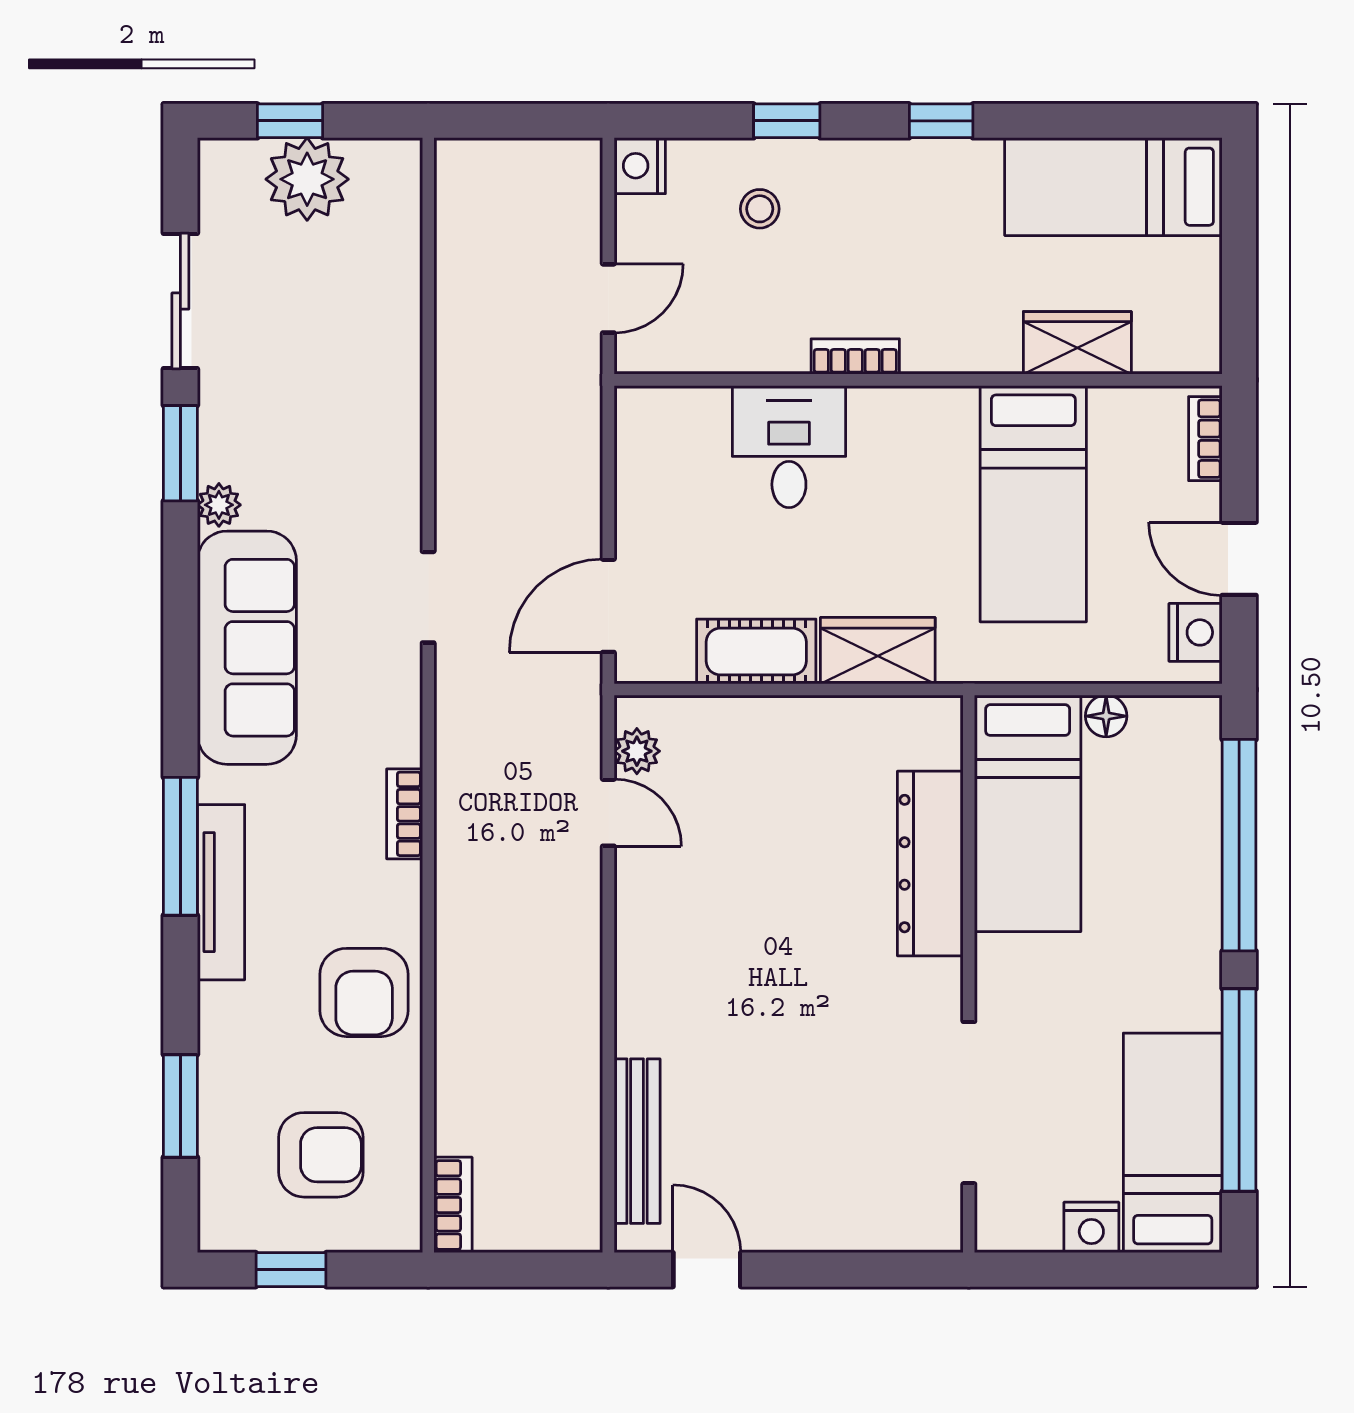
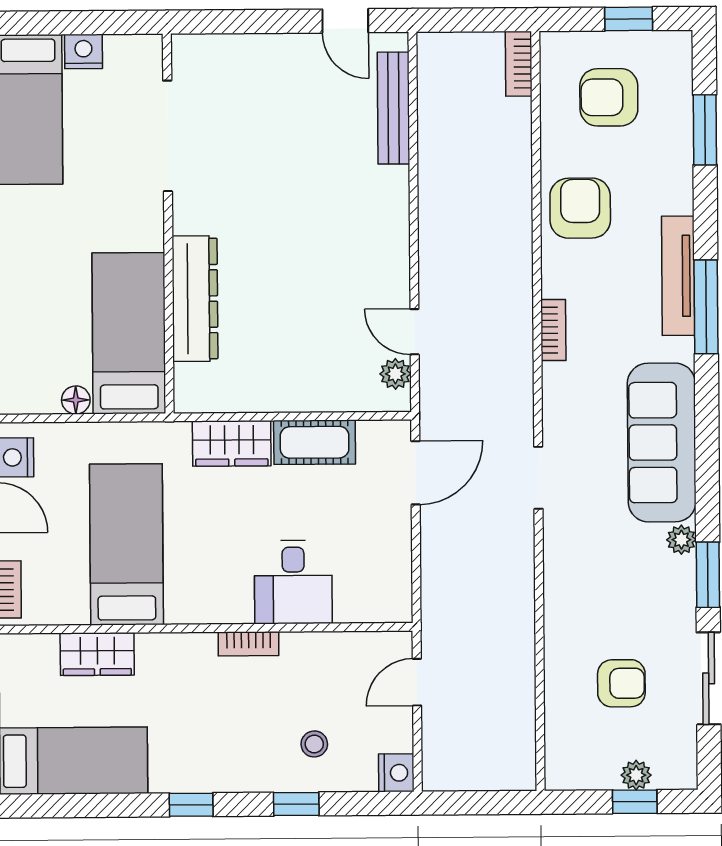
plant: (307, 179) -> (636, 775), width x0.53, depth x0.53
armchair: (308, 295) -> (621, 683), added

